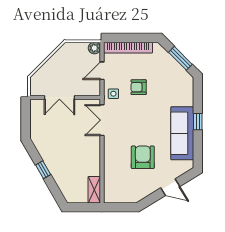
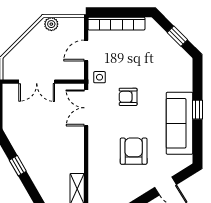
plant: (94, 48) -> (51, 24), moved
window: (180, 58) -> (177, 36), width x0.67
armchair: (139, 87) -> (128, 97), moved

